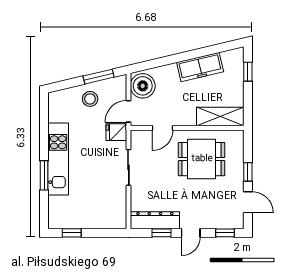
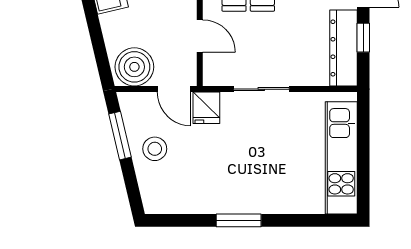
kitchen unit: (58, 159) -> (341, 158), moved, turned -90
window: (44, 175) -> (239, 220), moved
window: (72, 233) -> (363, 177), removed

